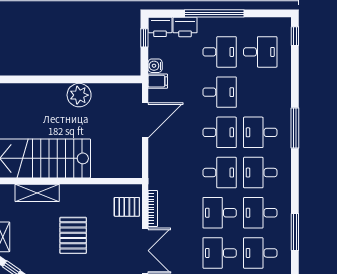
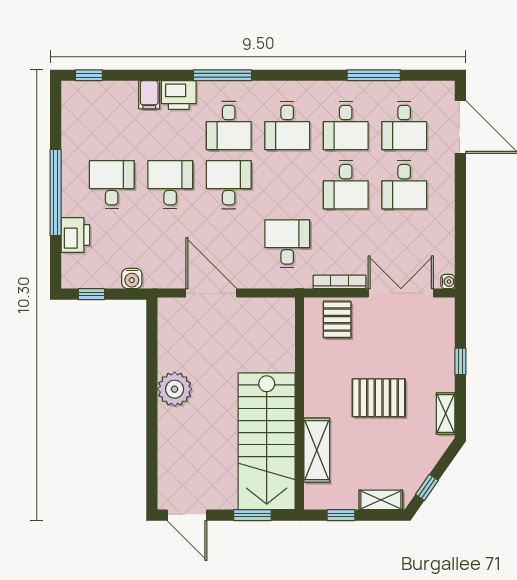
printer: (160, 27) -> (179, 95), moved, turned 90
desk: (260, 52) -> (112, 126), removed
filing cabinet: (158, 81) -> (149, 95), moved, turned 180
desk: (220, 173) -> (287, 244), moved

